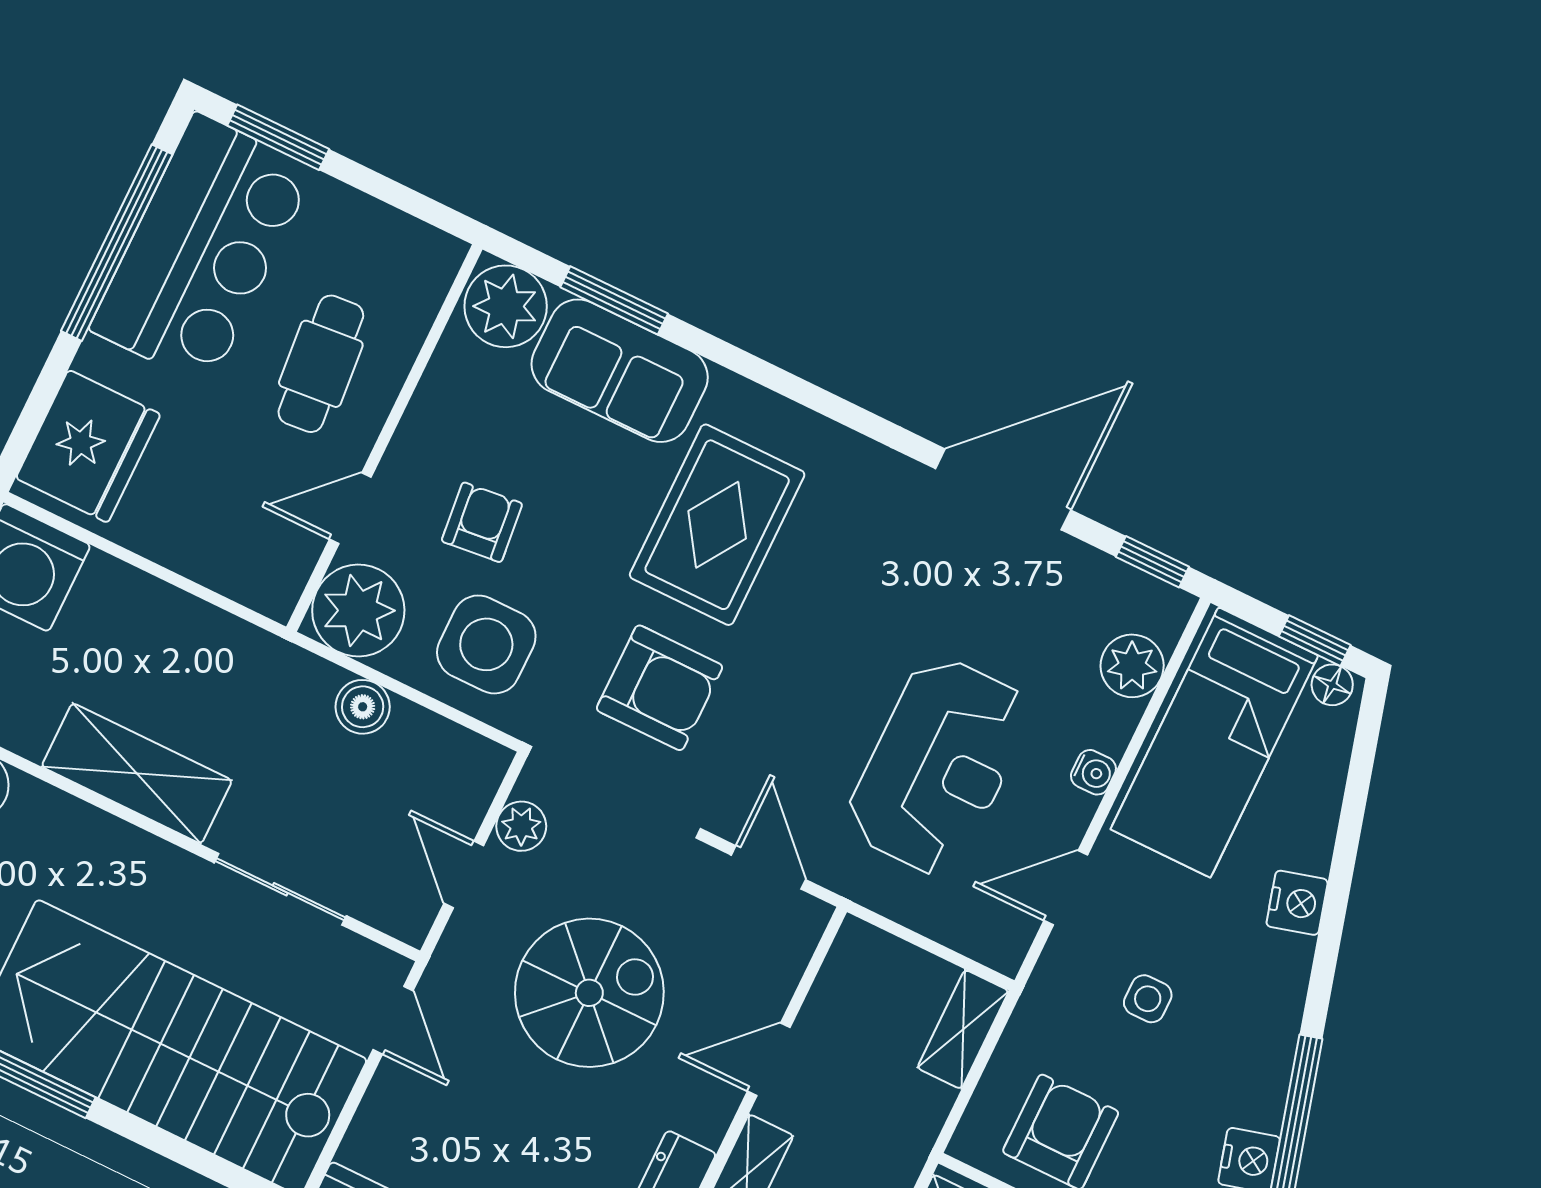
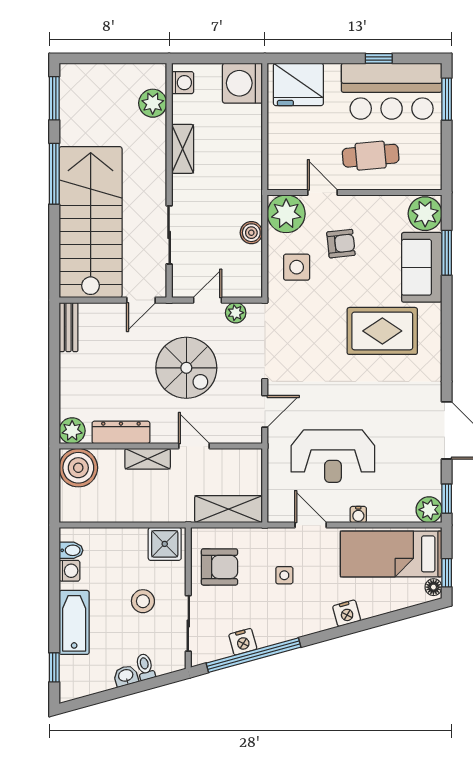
window: (117, 243) -> (379, 58), width x0.32
side table: (486, 644) -> (297, 267), width x0.73, depth x0.73
plant: (1132, 666) -> (429, 510), moved
armchair: (660, 688) -> (312, 339), removed
shelving: (137, 773) -> (183, 149), width x0.67, depth x0.75
shelving: (963, 1029) -> (229, 509), width x1.50, depth x1.33

